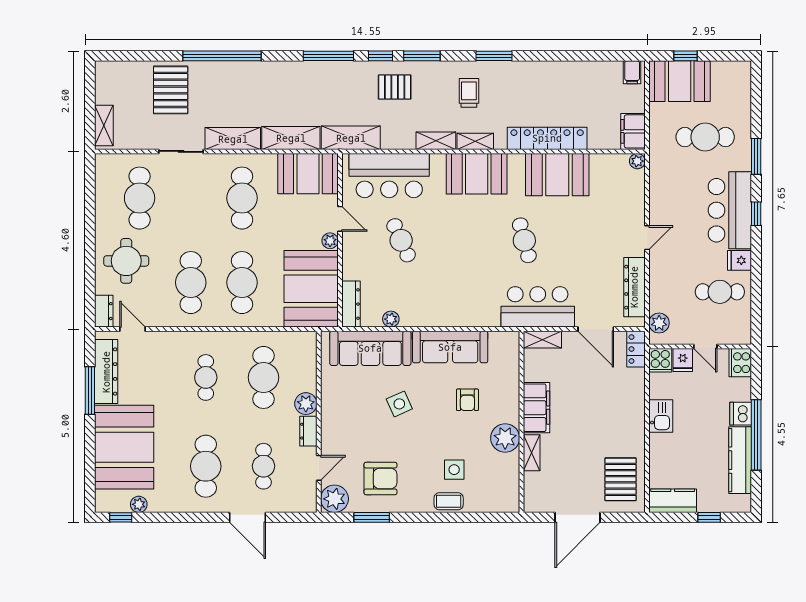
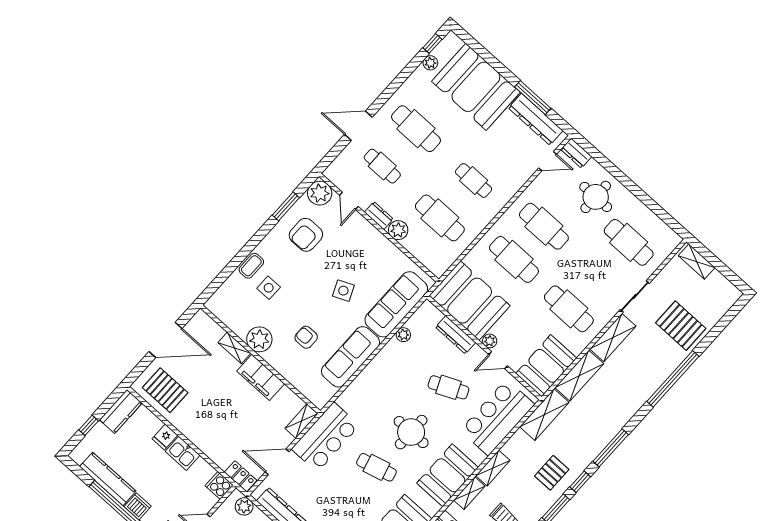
round table: (468, 238) -> (411, 432), added
dresser: (351, 304) -> (456, 335), moved
fridge: (683, 360) -> (165, 437), moved, turned -90
door: (578, 517) -> (166, 340), swing flipped

